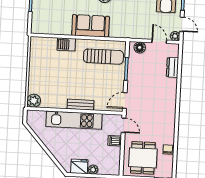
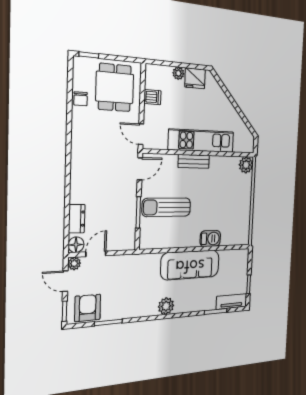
sofa: (91, 26) -> (190, 265), width x1.36
door: (159, 41) -> (96, 254), swing flipped
floor lamp: (140, 47) -> (76, 245), moved
sun lounger: (103, 57) -> (167, 207), moved
dishwasher: (115, 141) -> (152, 97), moved

